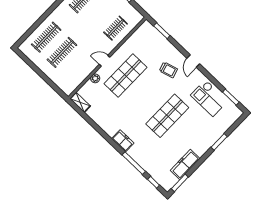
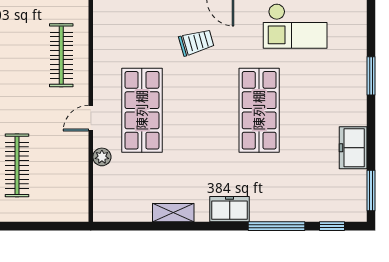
clothes rail: (116, 28) -> (61, 55), width x1.36
shelving: (80, 102) -> (173, 213), moved
freezer: (185, 164) -> (353, 148), width x0.71

